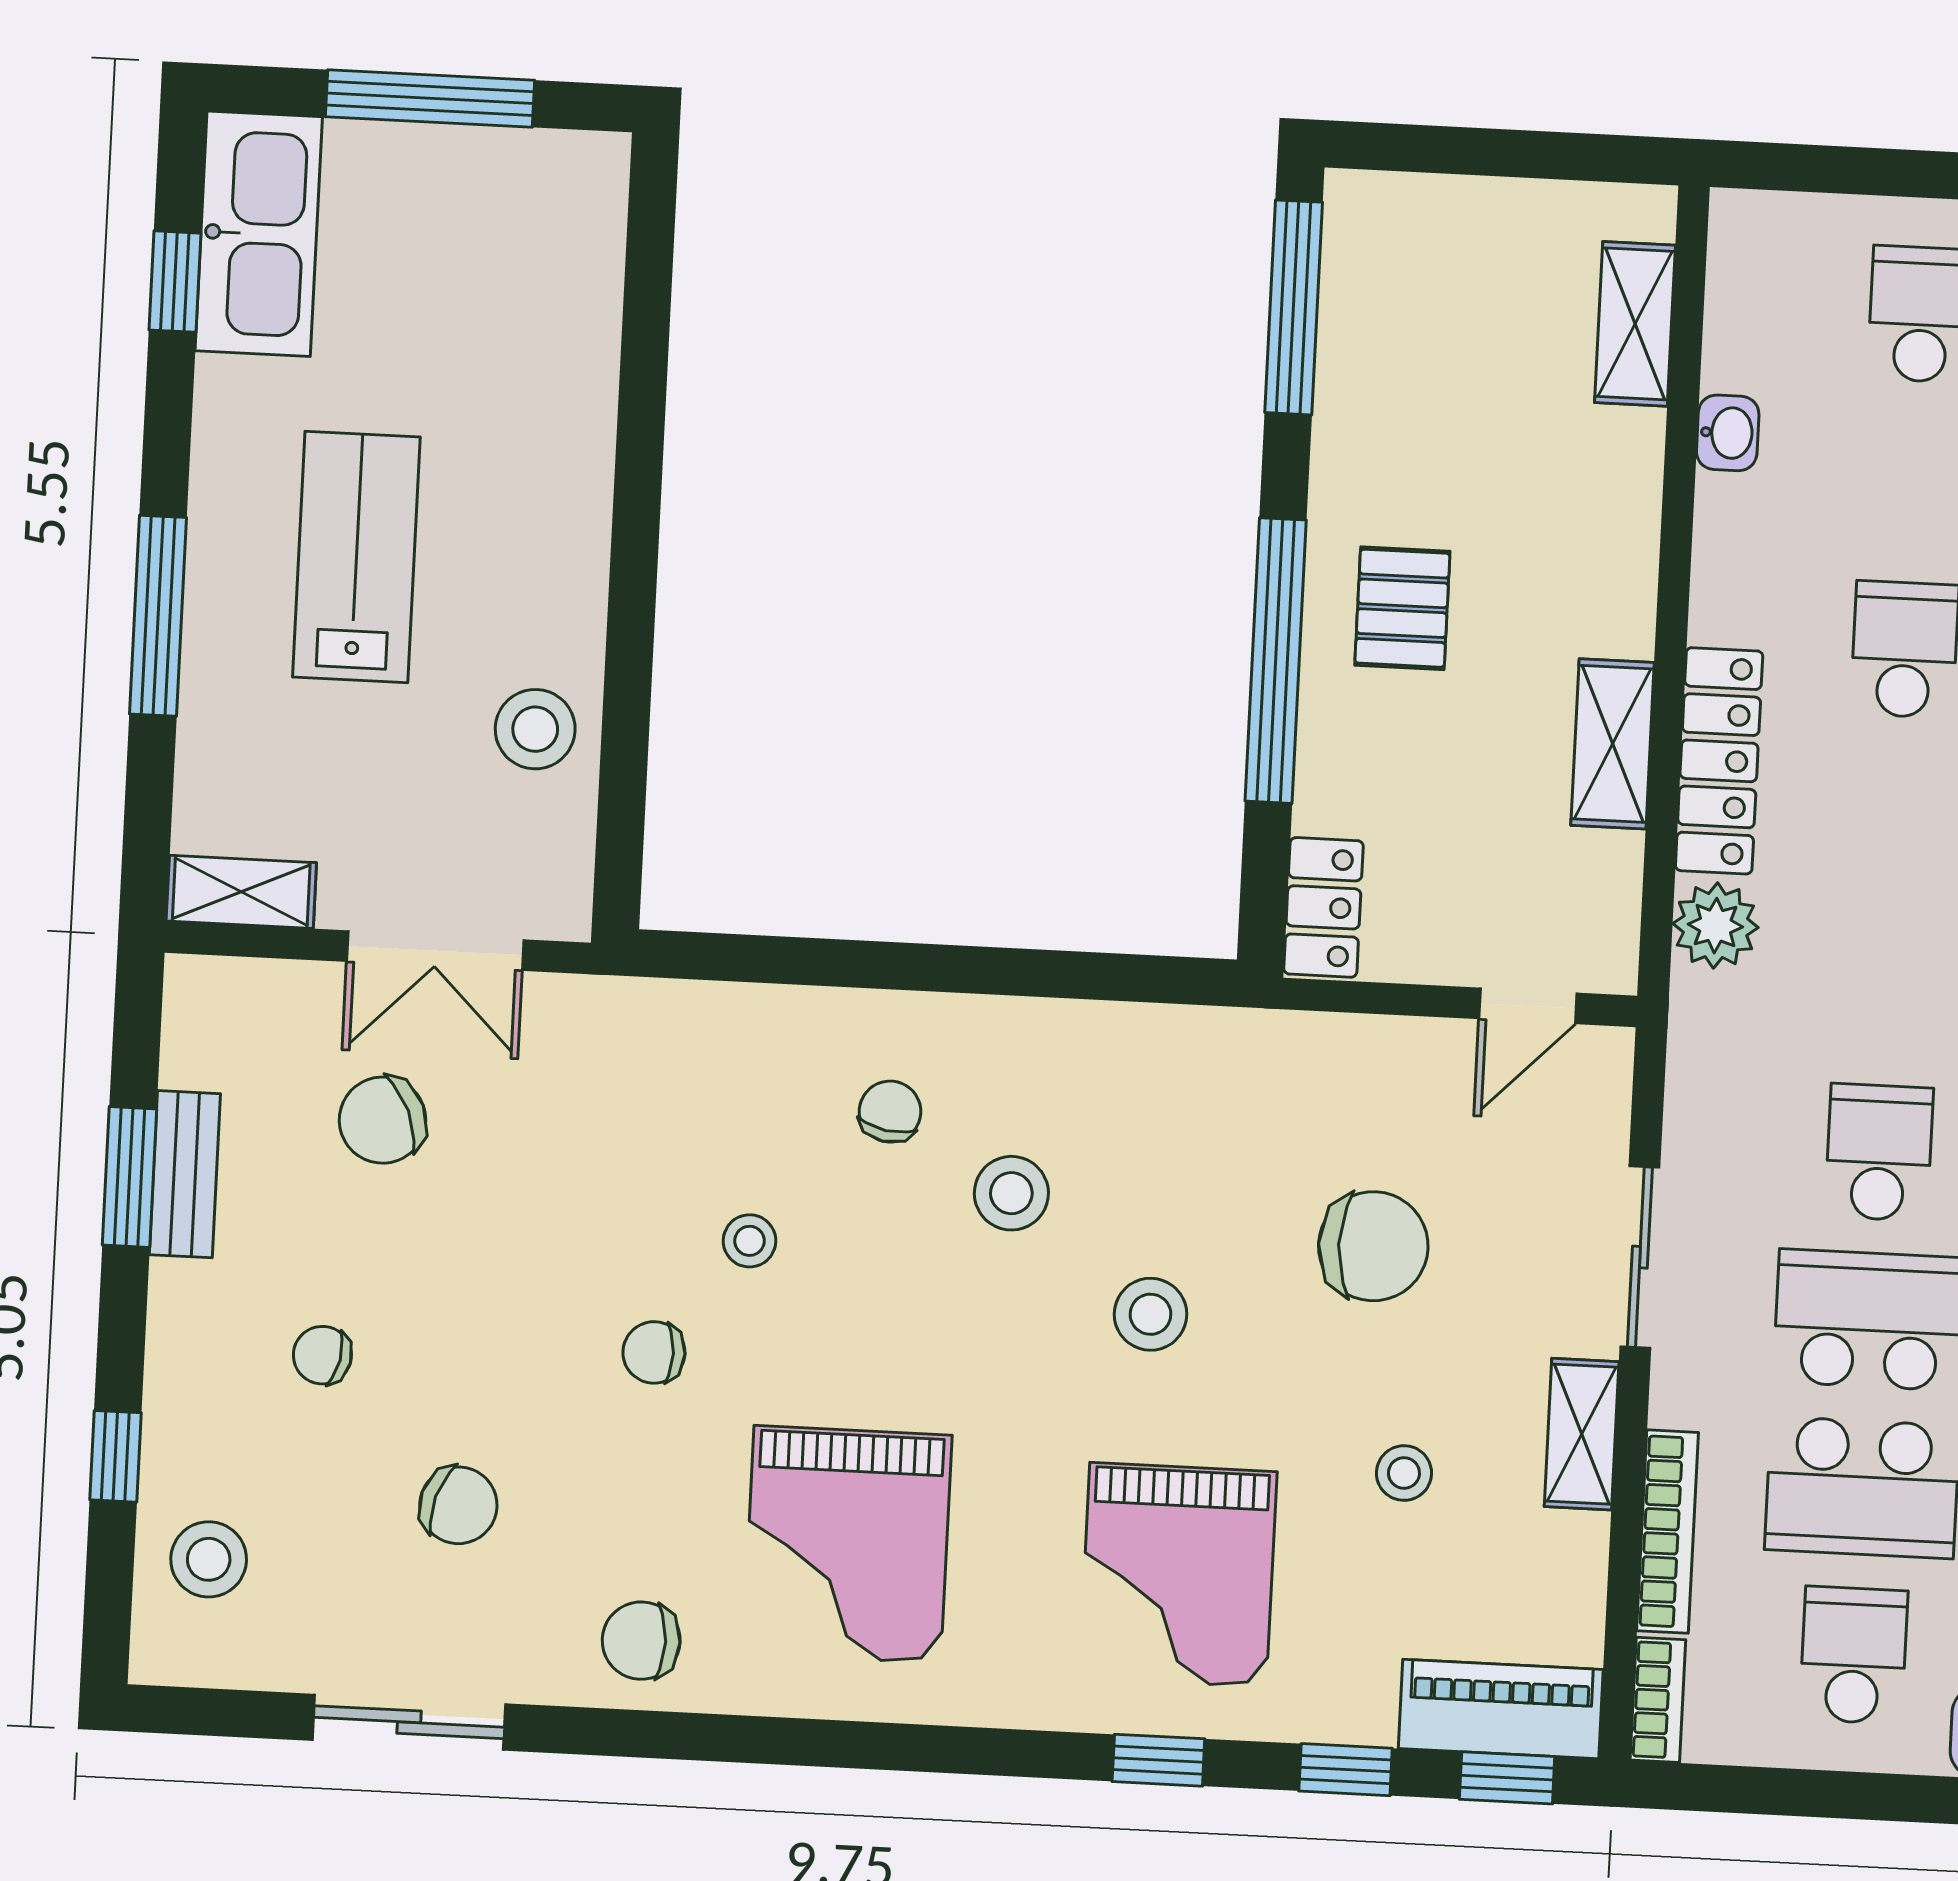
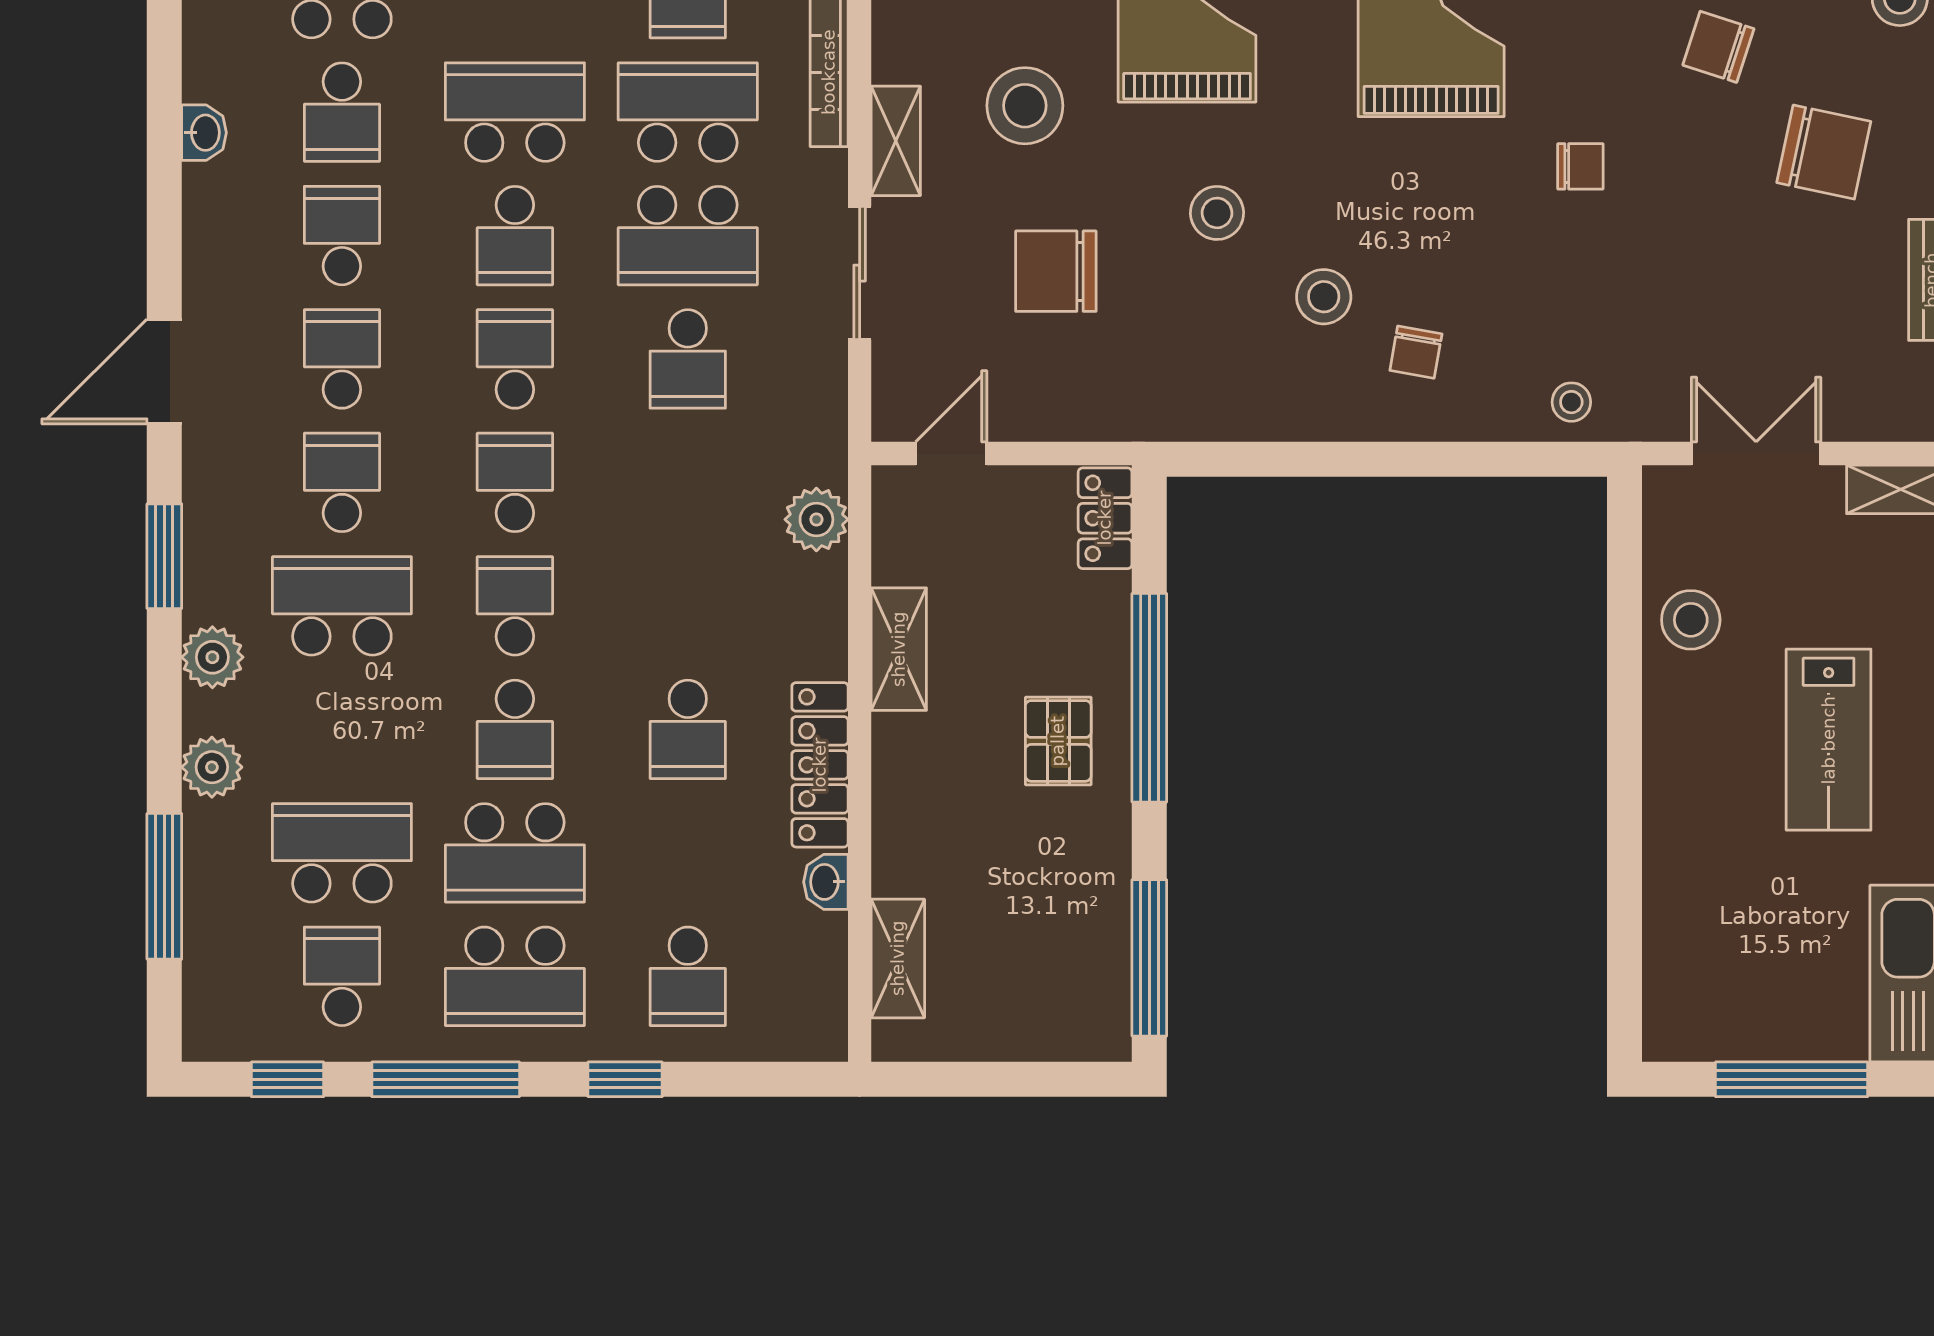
locker: (1719, 761) -> (820, 765), moved
chair: (383, 1120) -> (1788, 327), removed
stool: (749, 1241) -> (1571, 402), moved
chair: (322, 1355) -> (1824, 152), width x1.87, depth x1.87
stool: (1404, 1473) -> (1025, 106), width x1.89, depth x1.89

